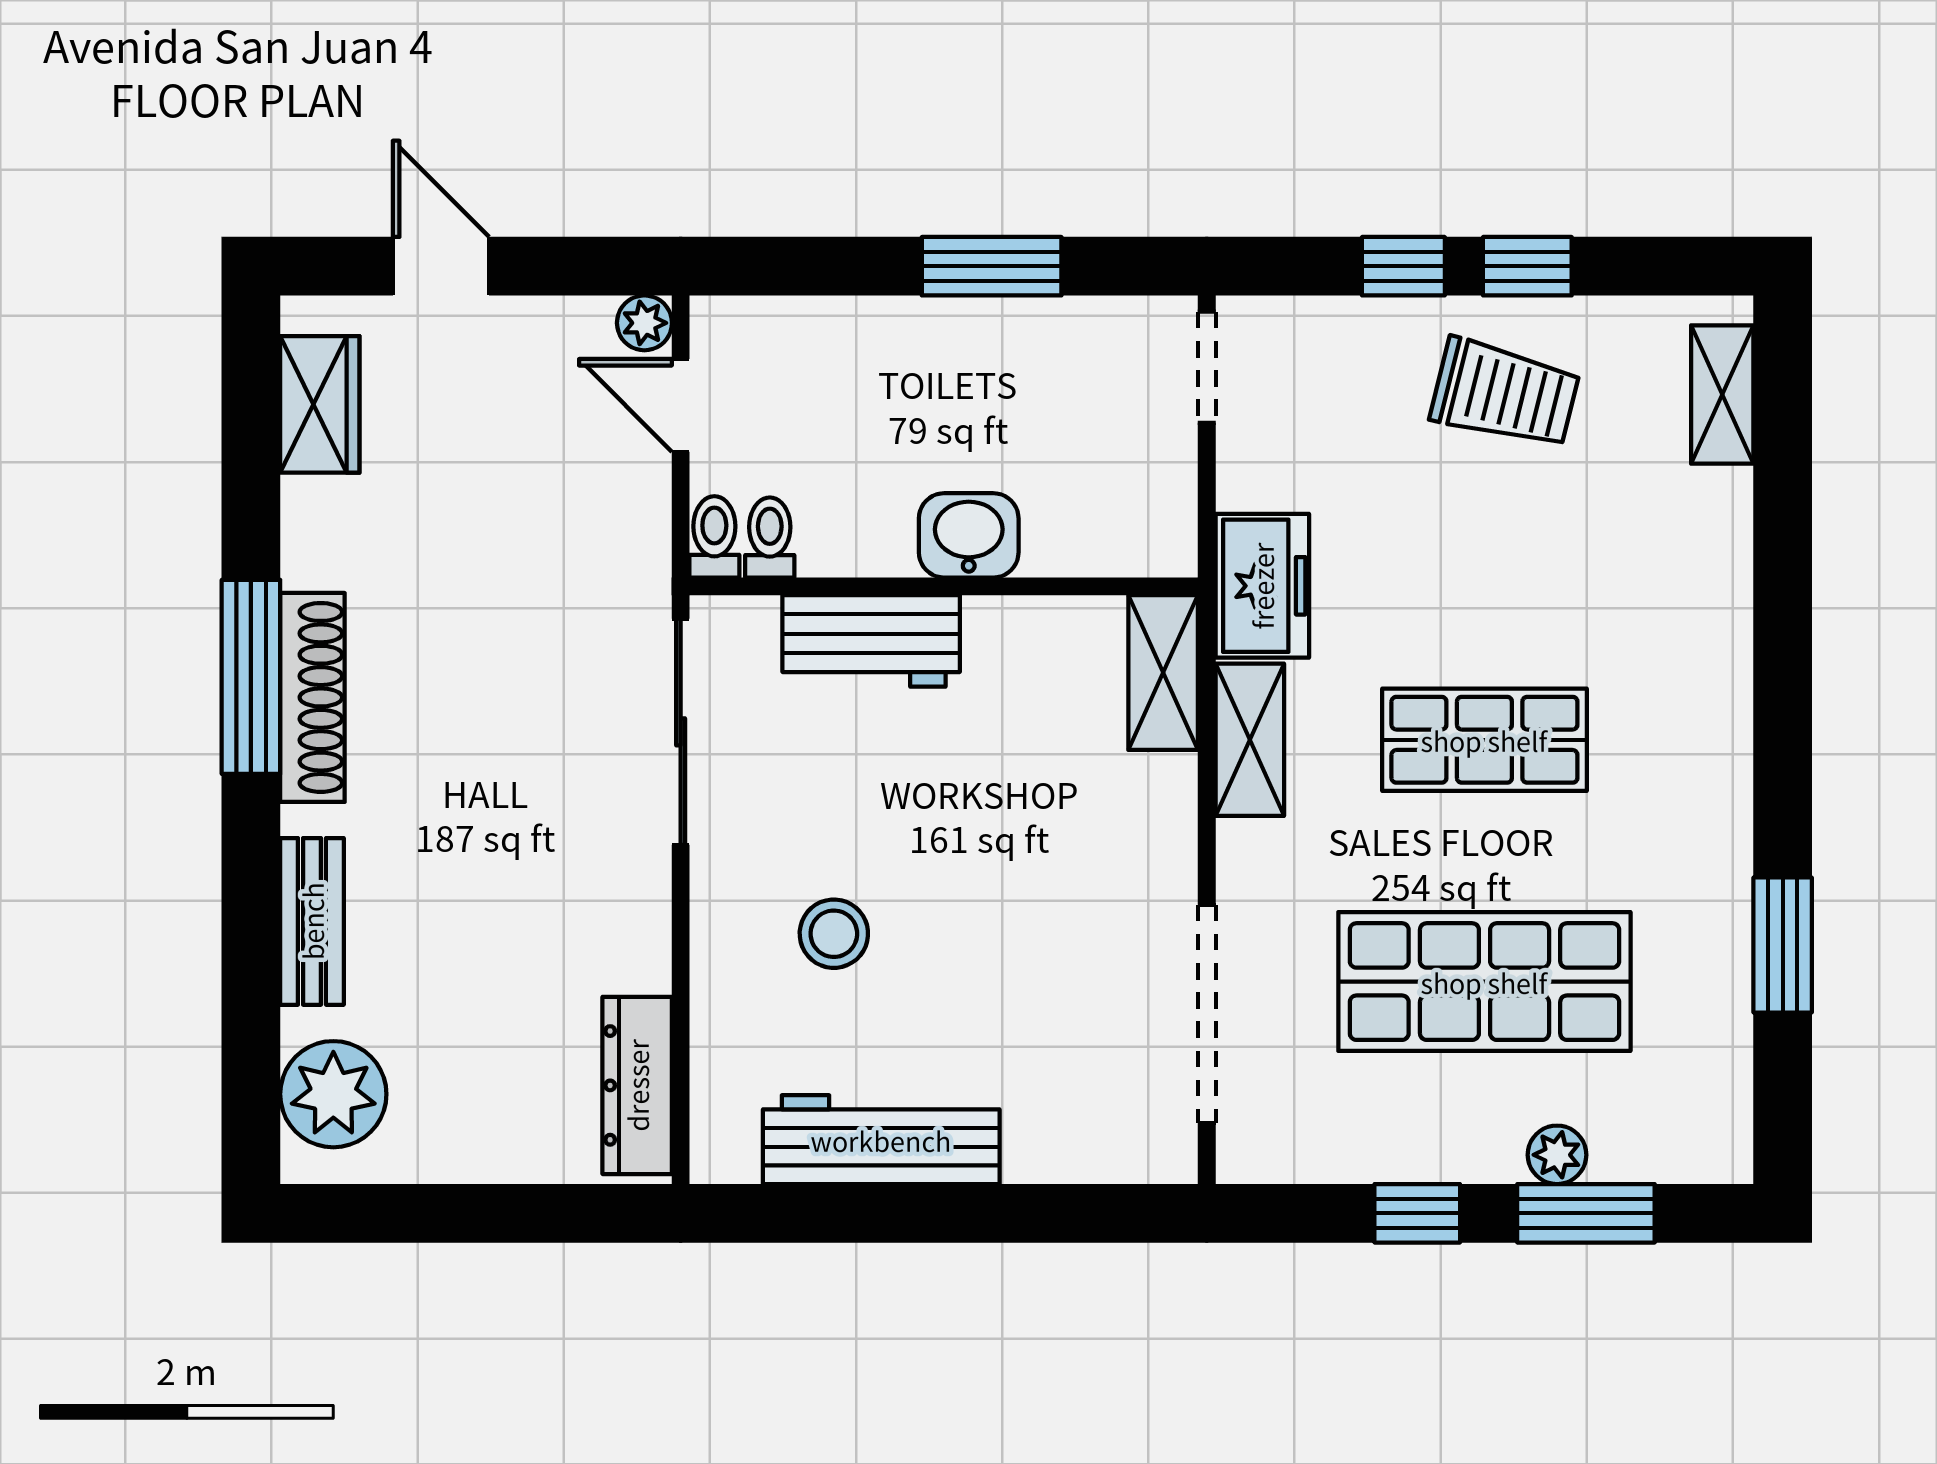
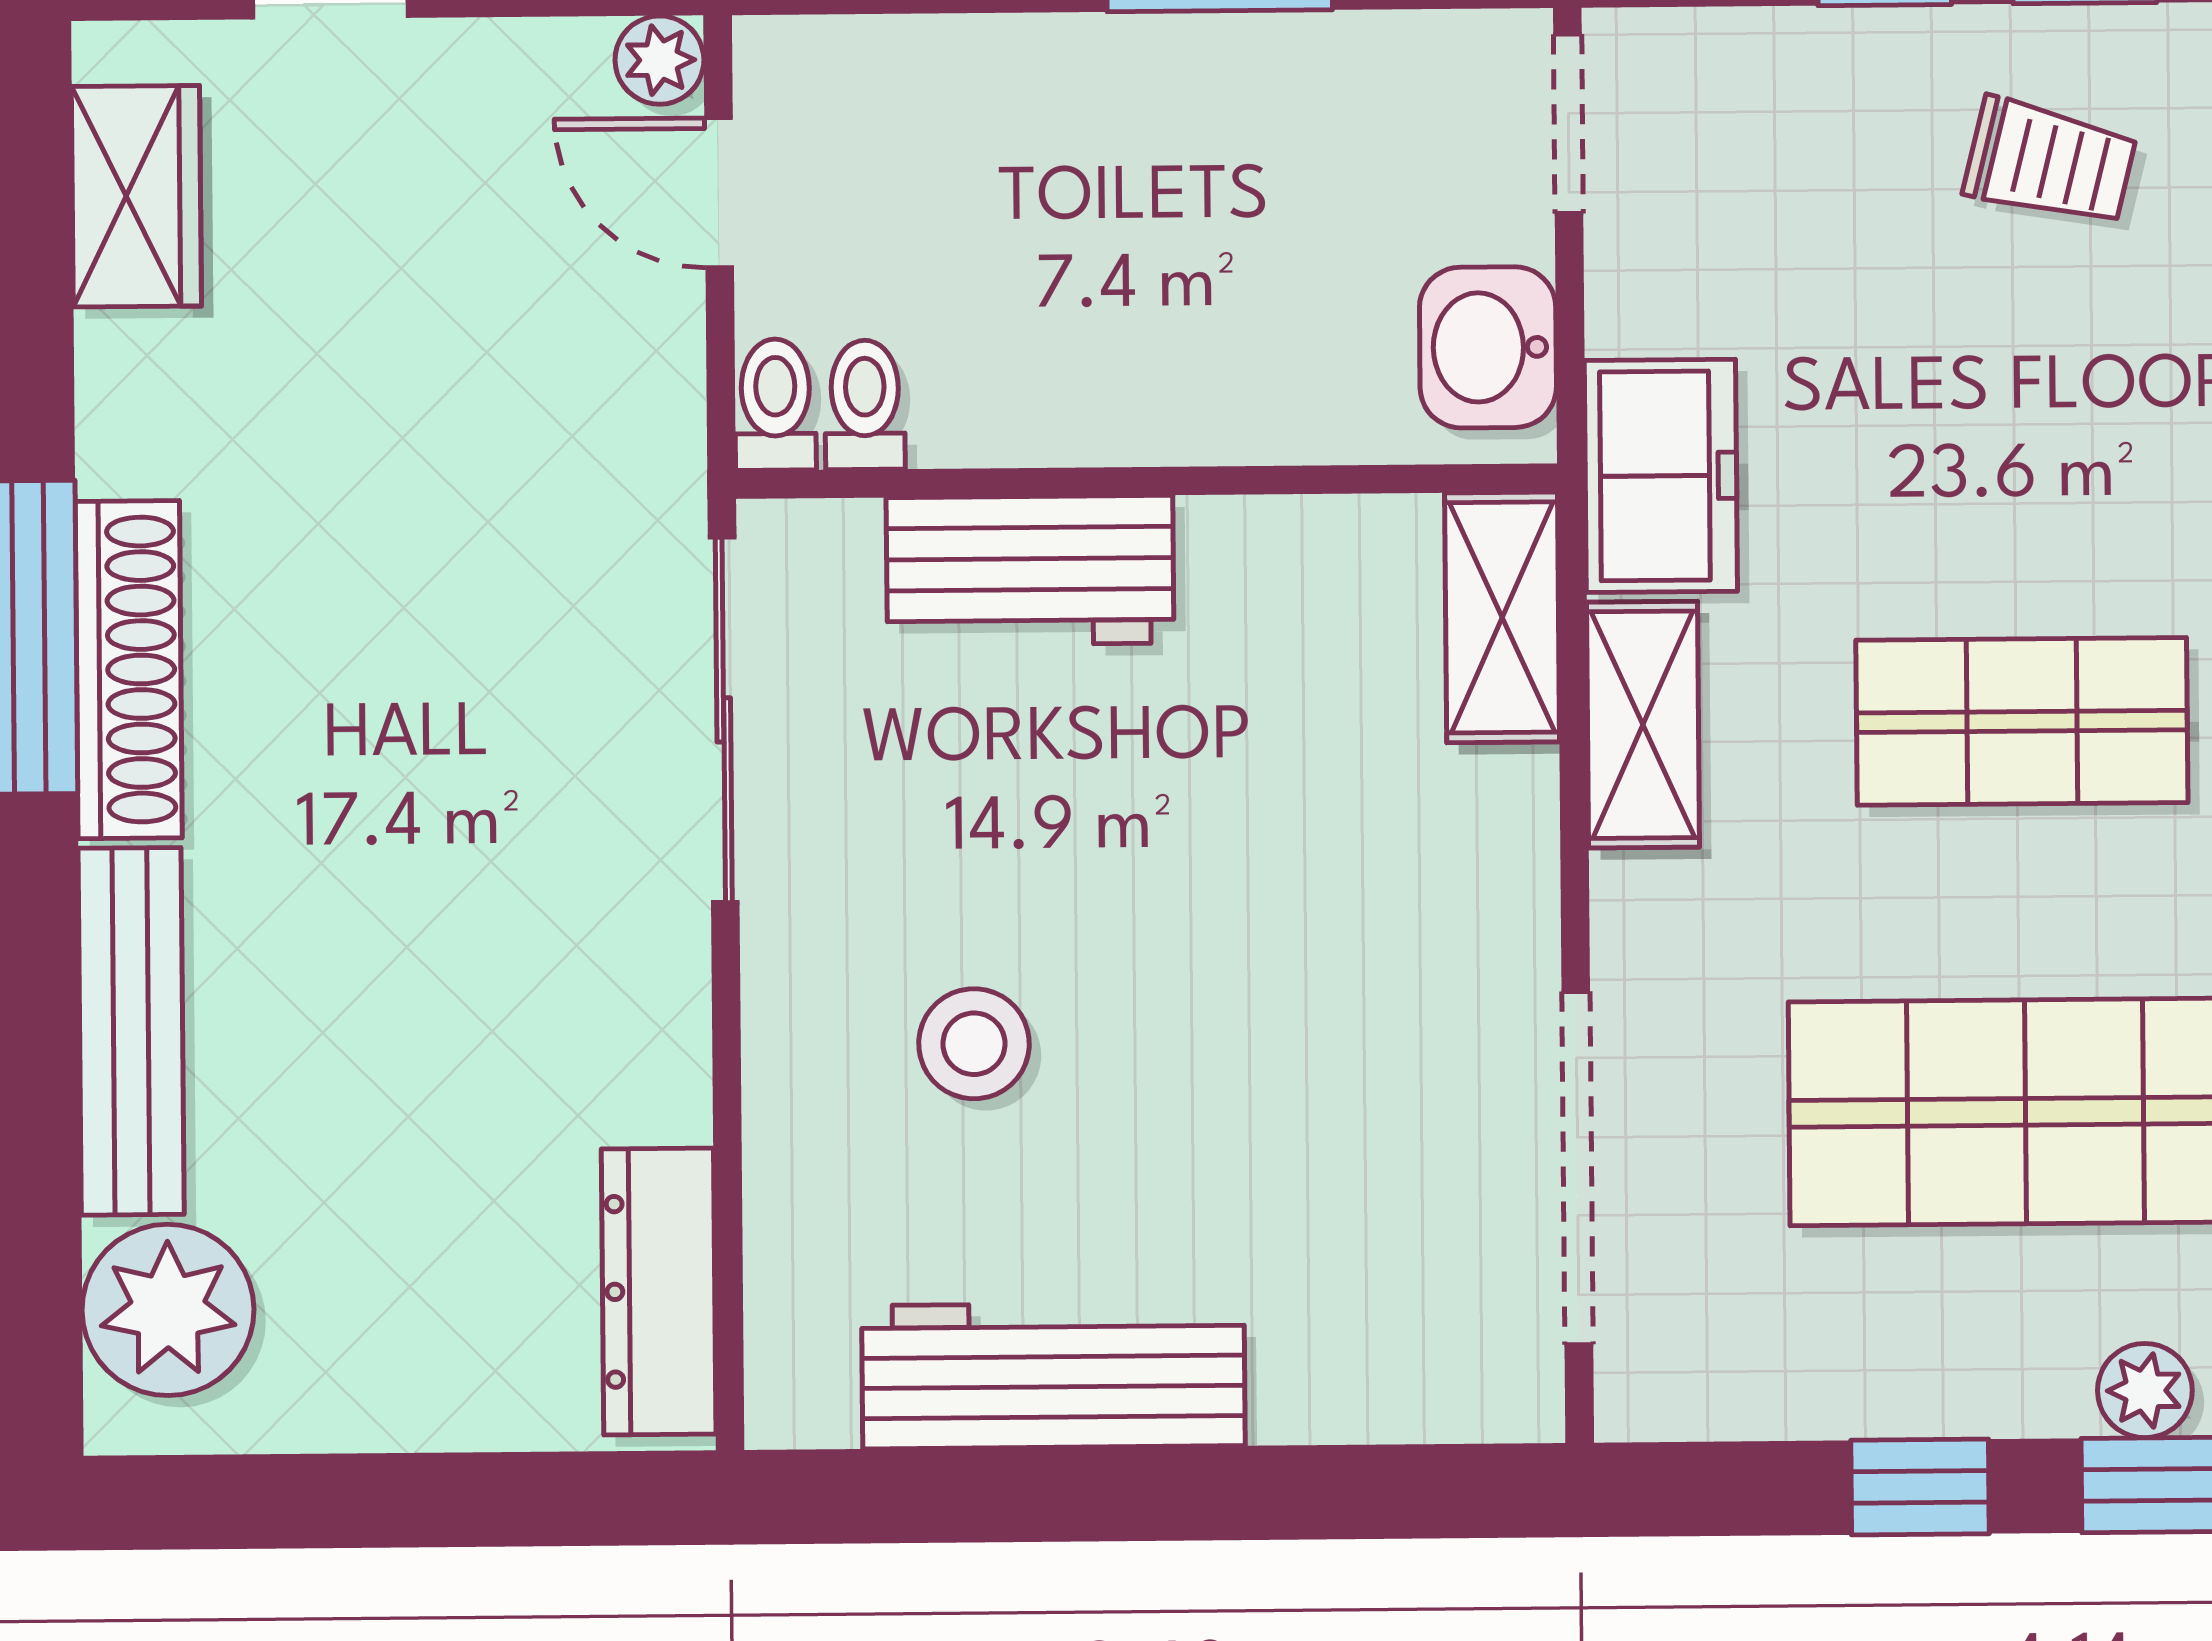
trolley: (1505, 394) -> (2050, 162), width x0.73, depth x0.72
washbasin: (969, 535) -> (1488, 347), moved, turned -90
bench: (312, 921) -> (131, 1031), width x1.36

